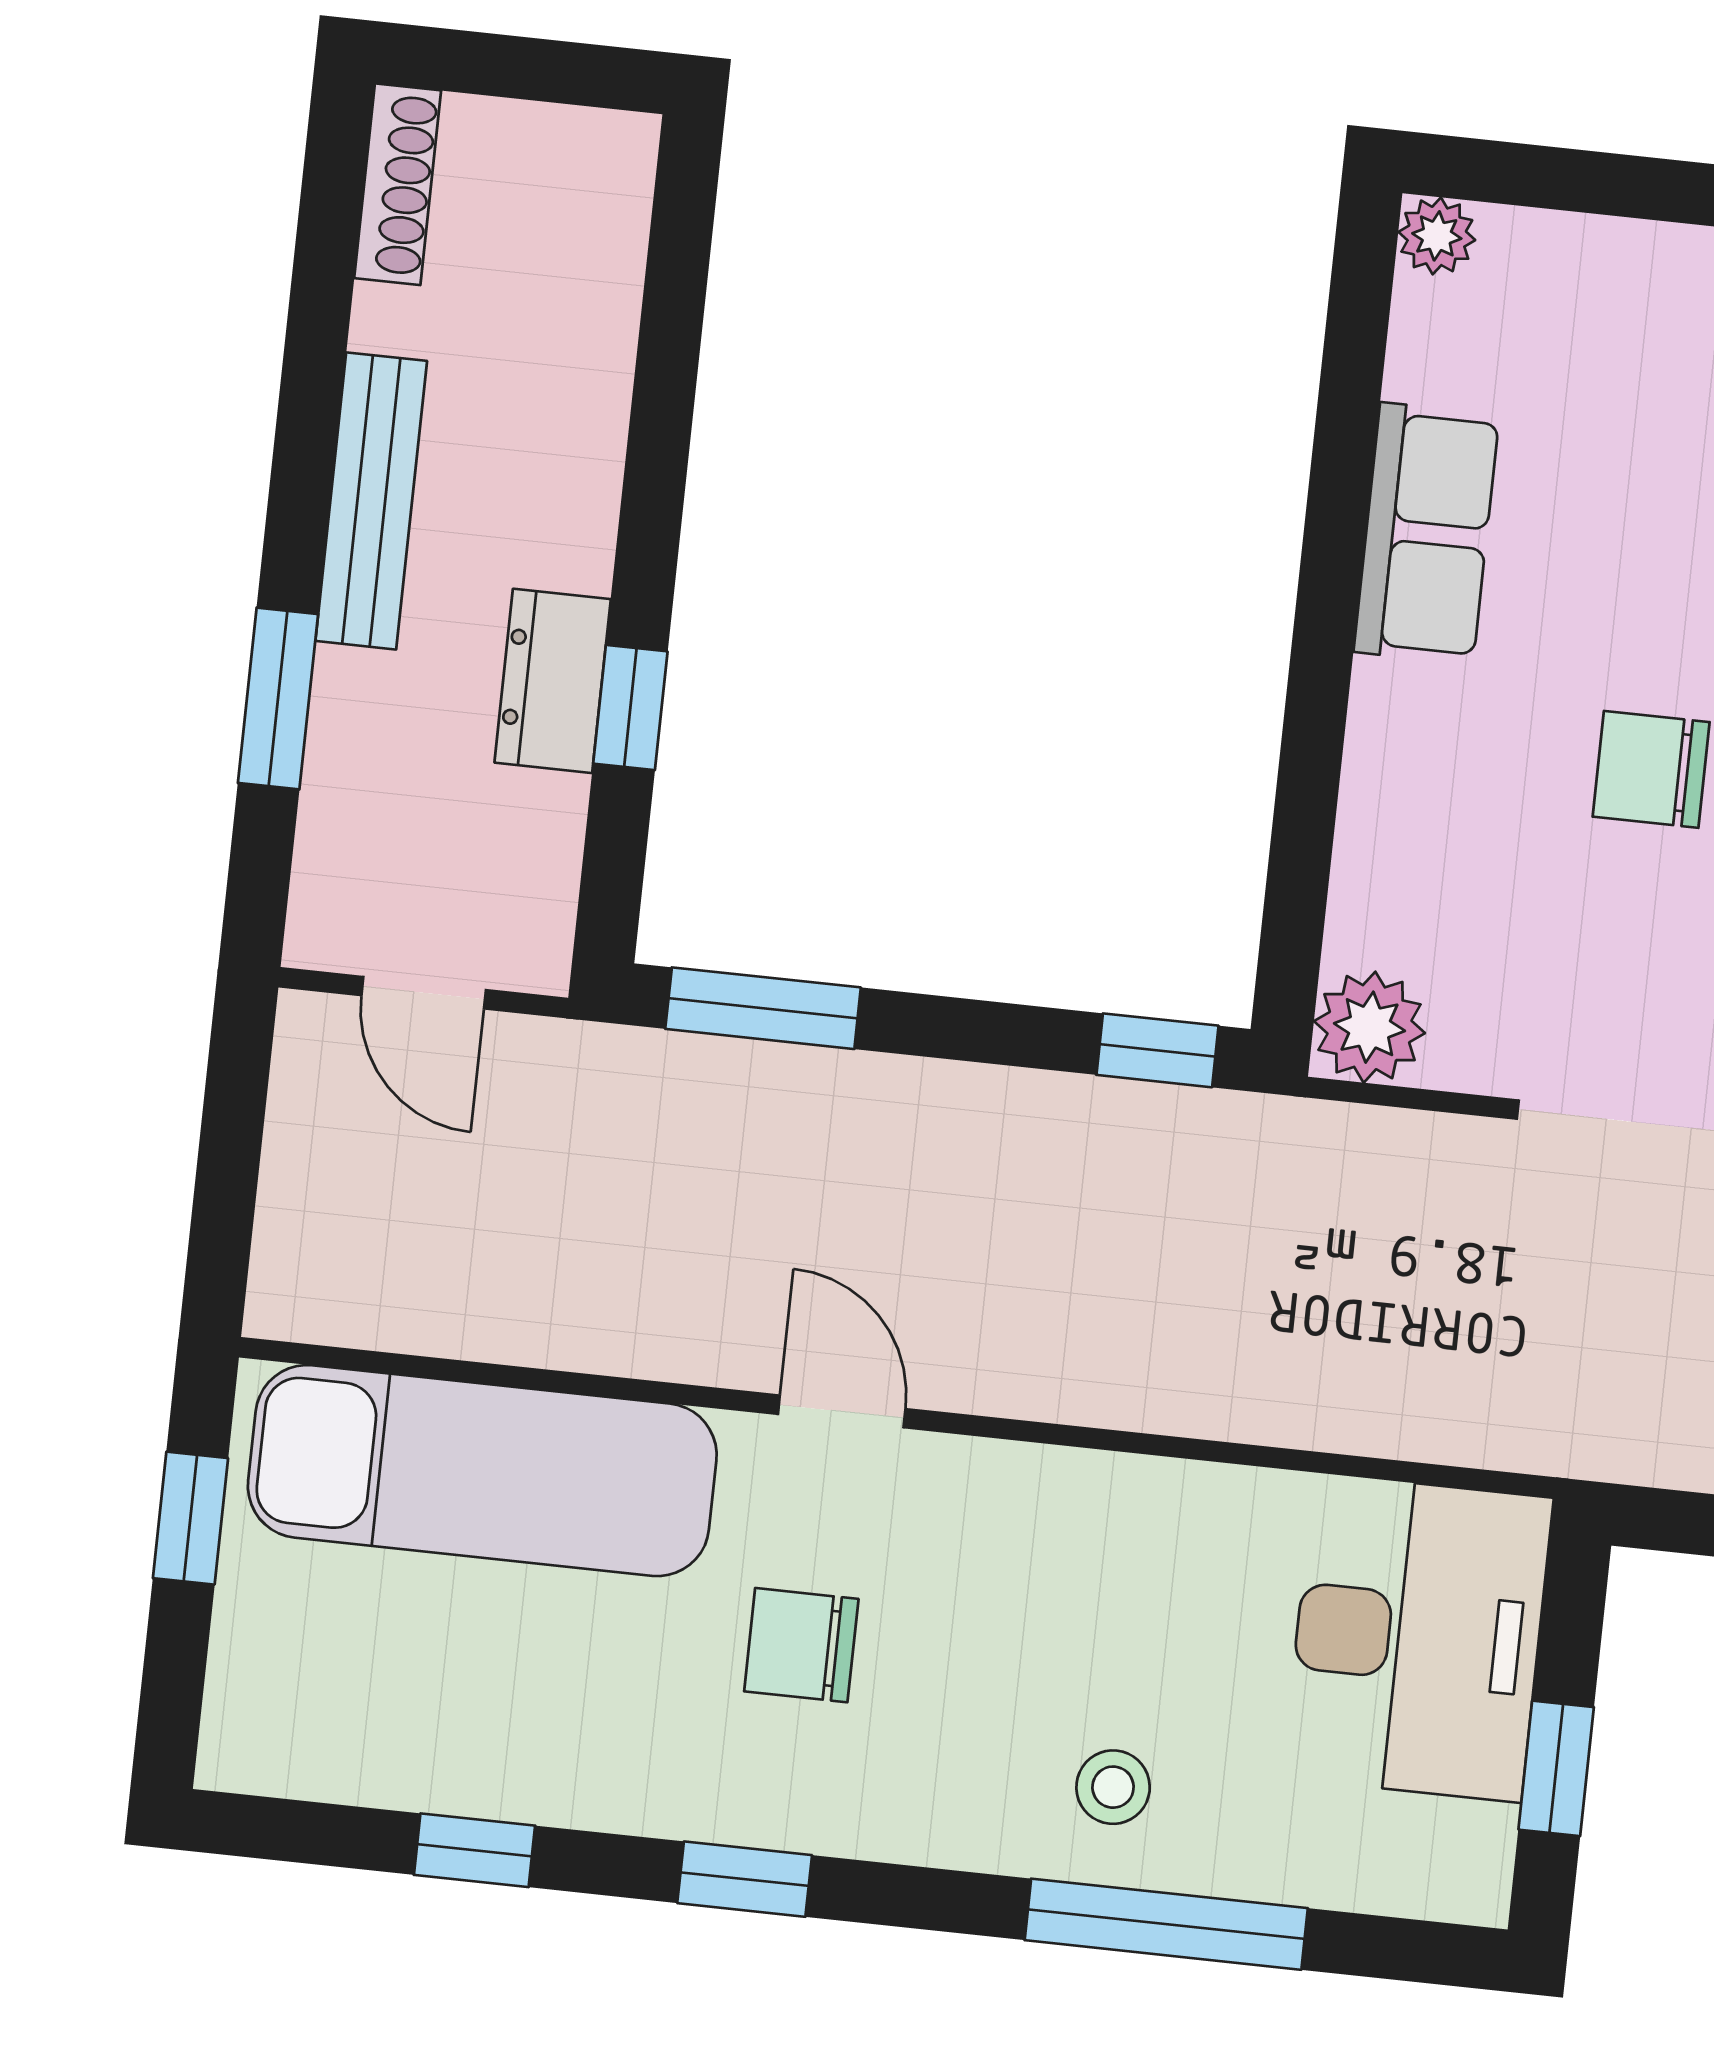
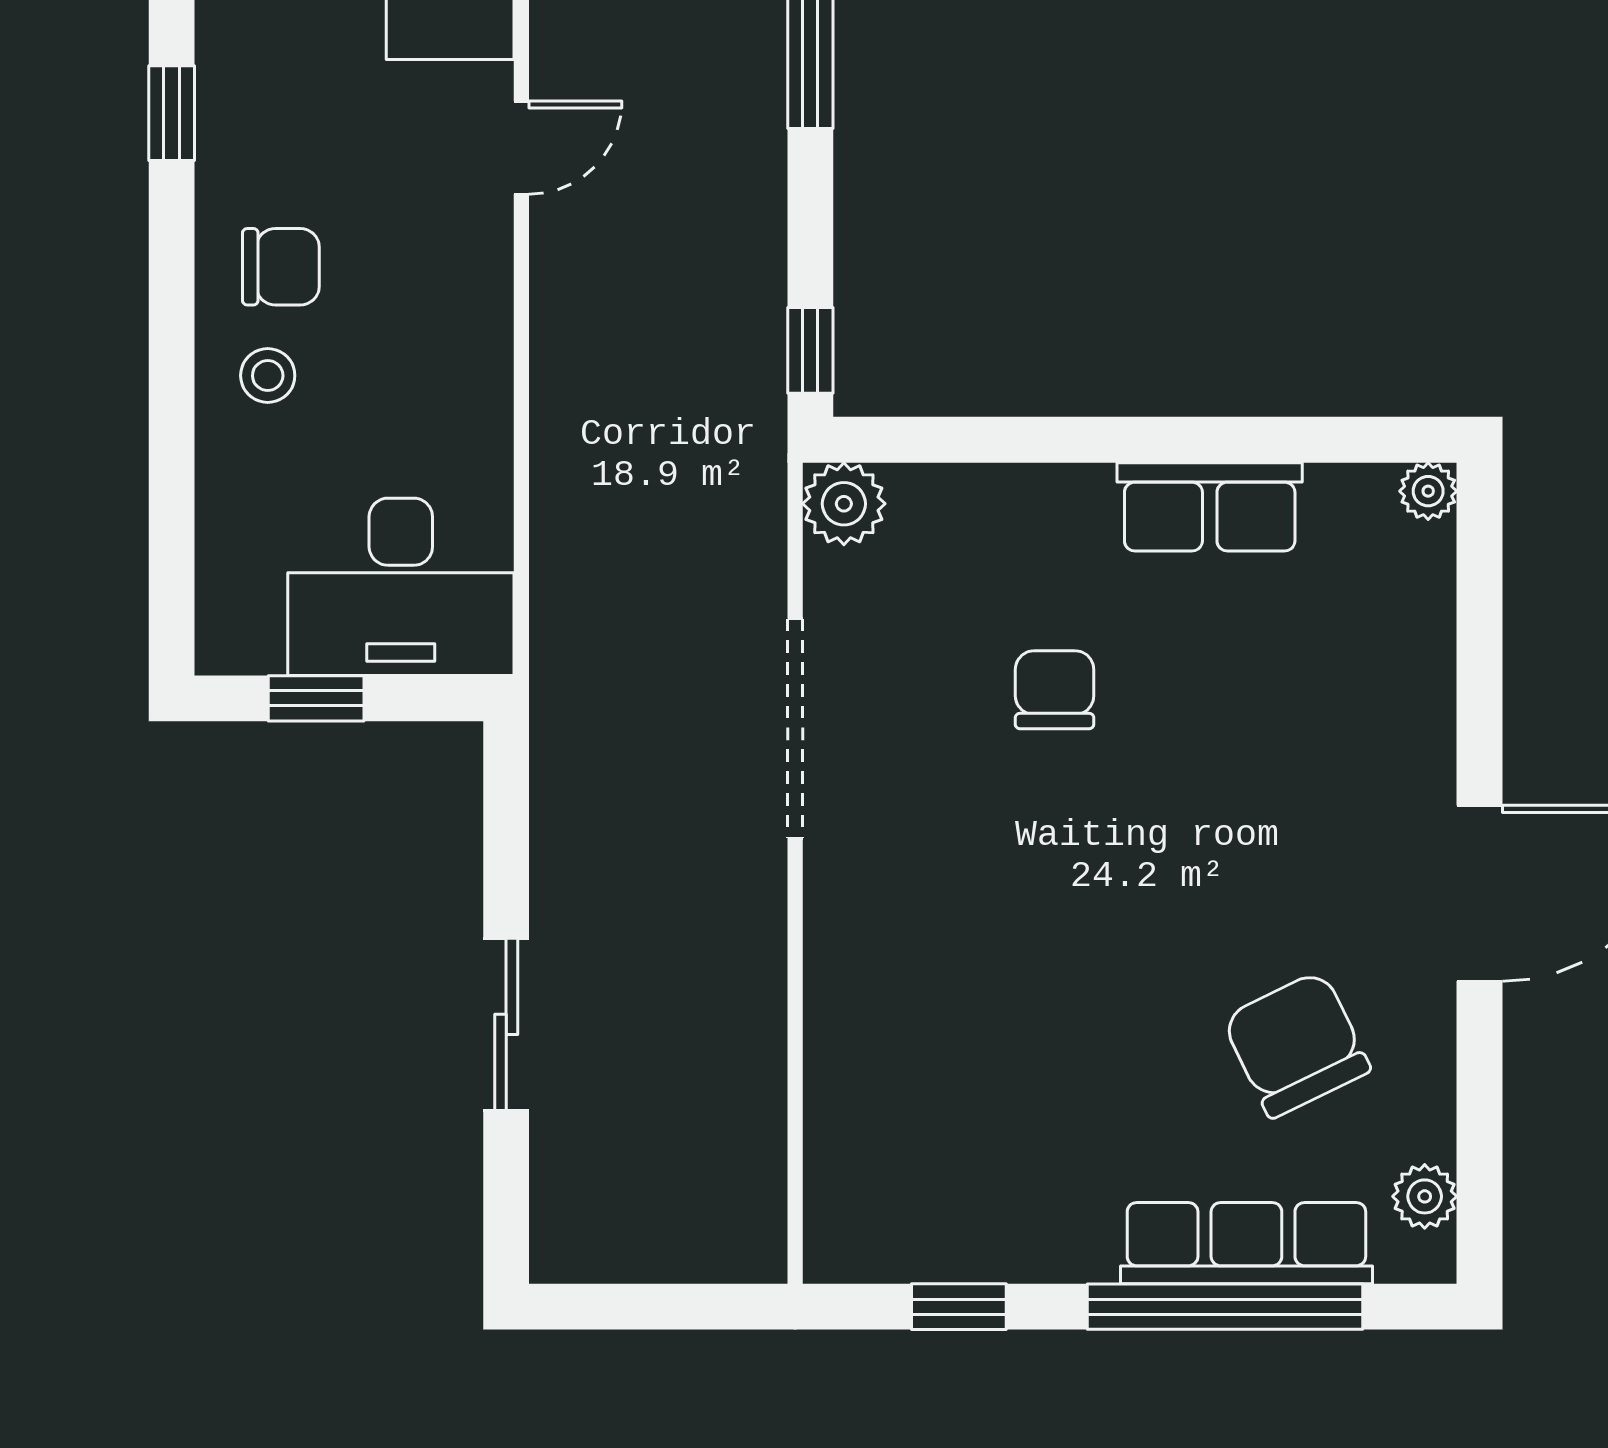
chair: (801, 1645) -> (281, 267), moved, turned 90
window: (1166, 1924) -> (172, 425), removed

